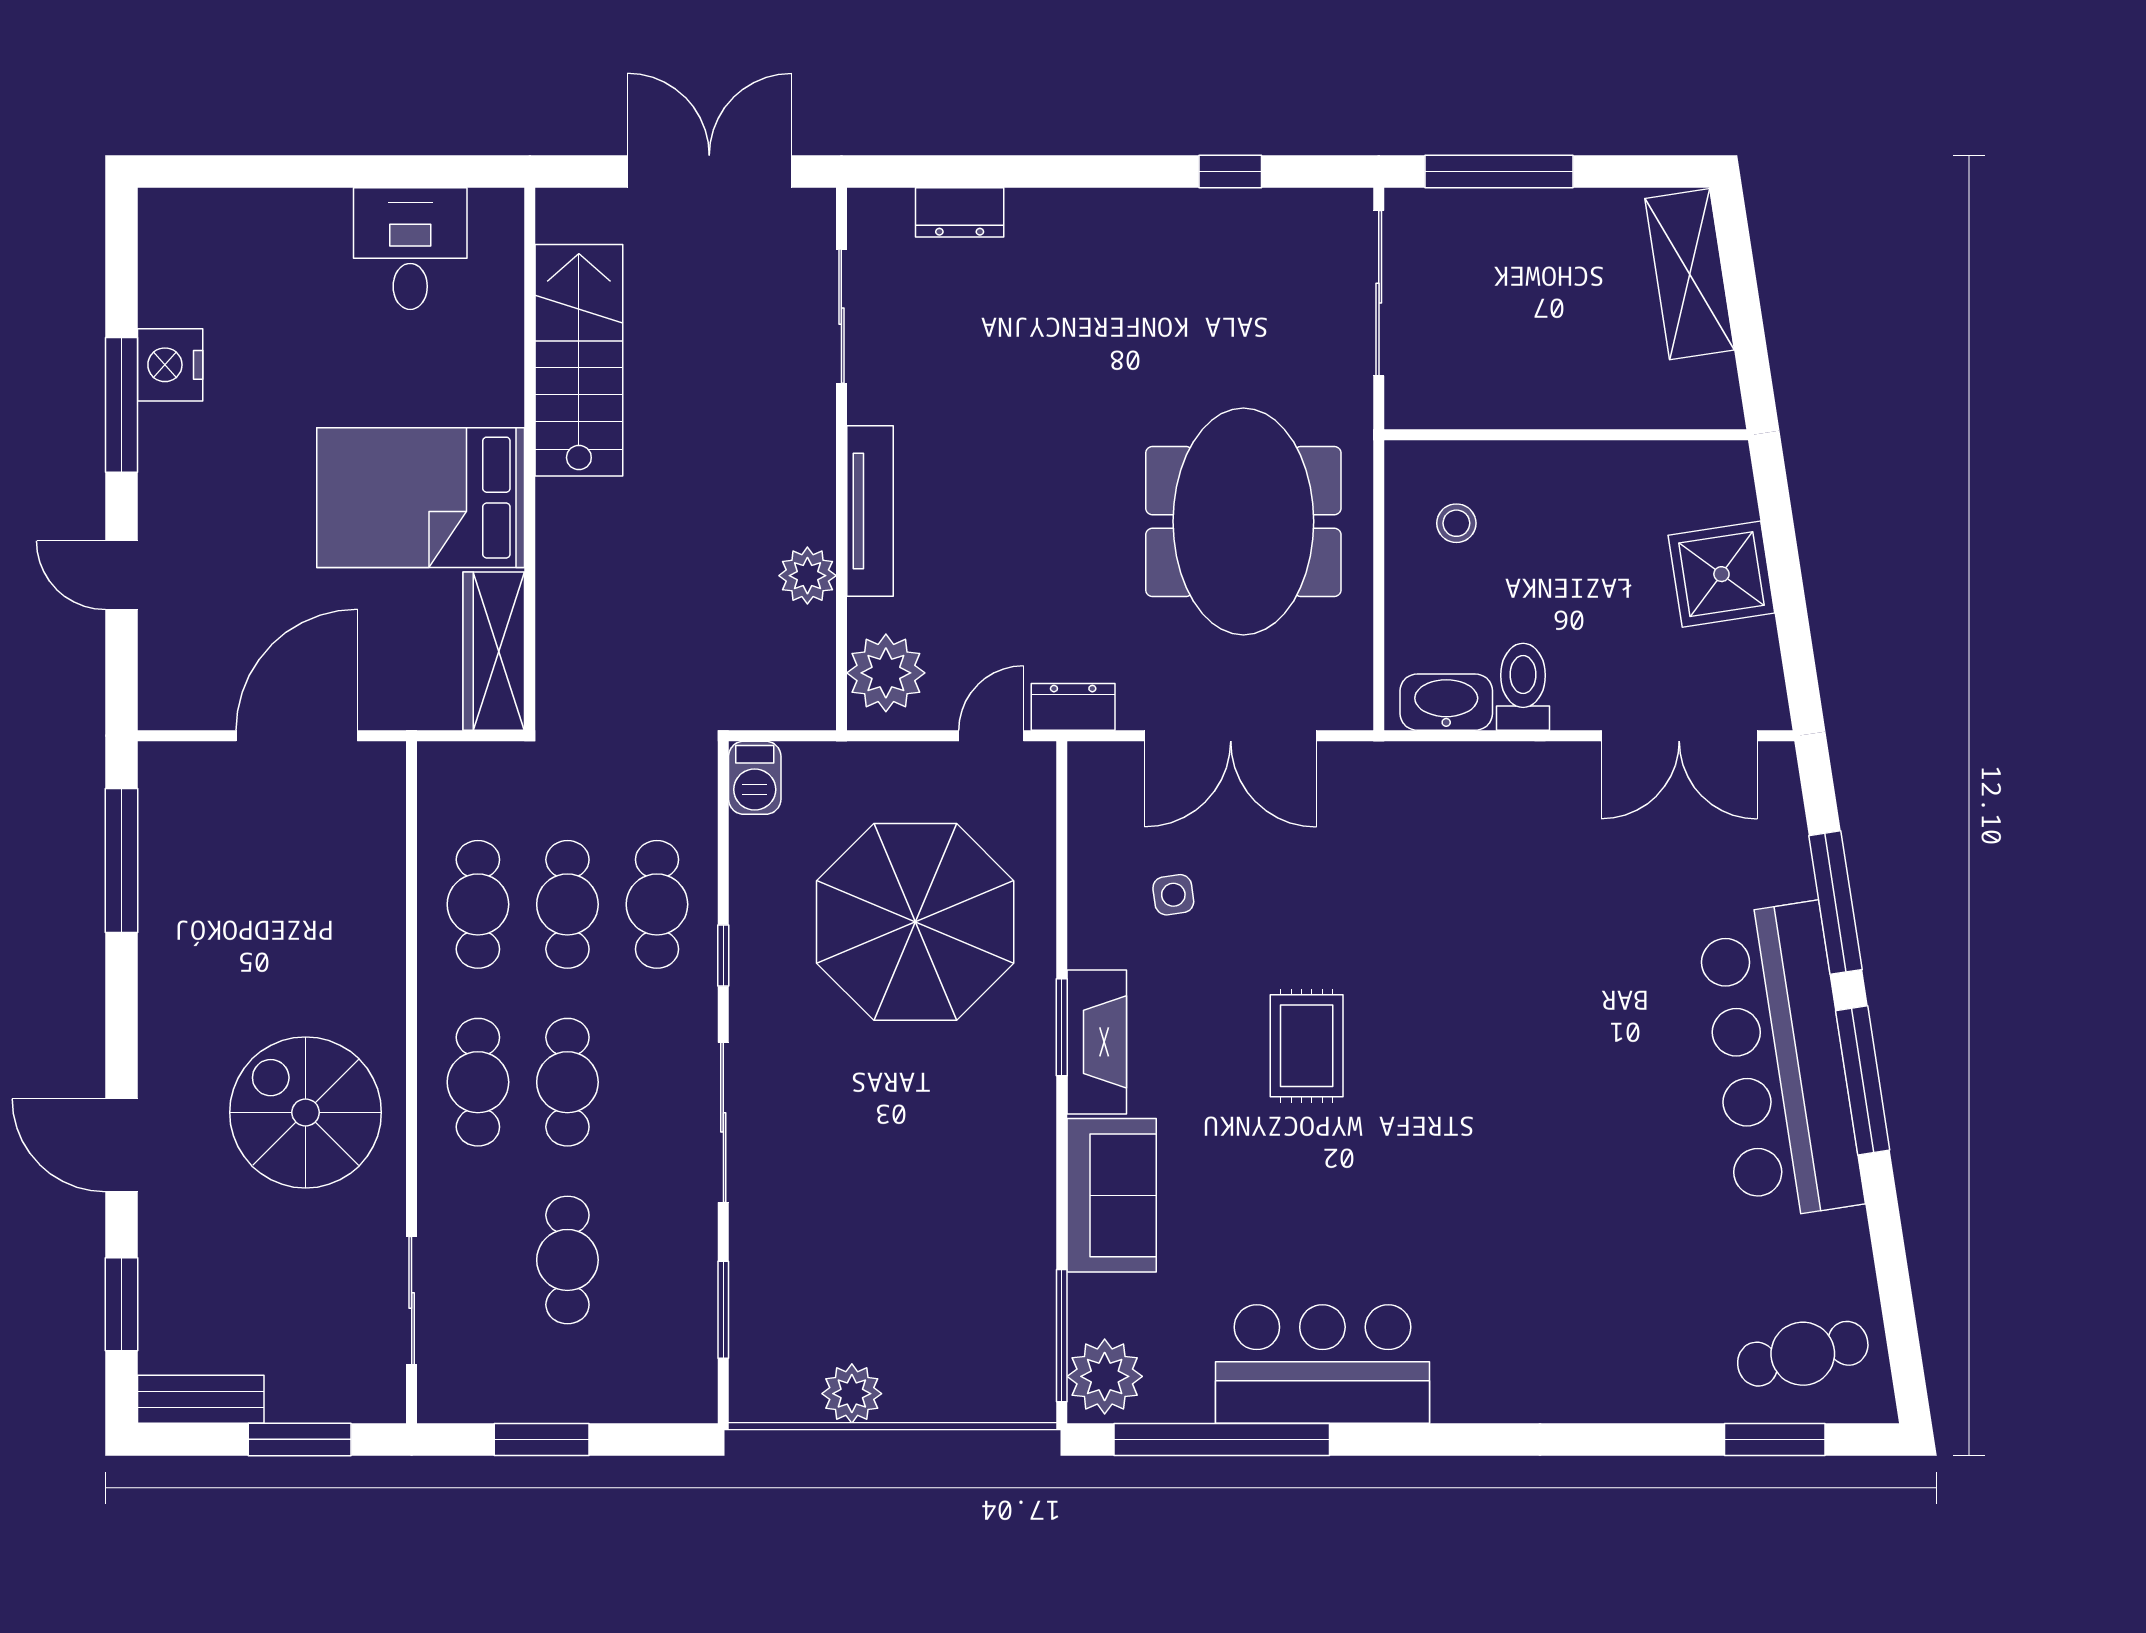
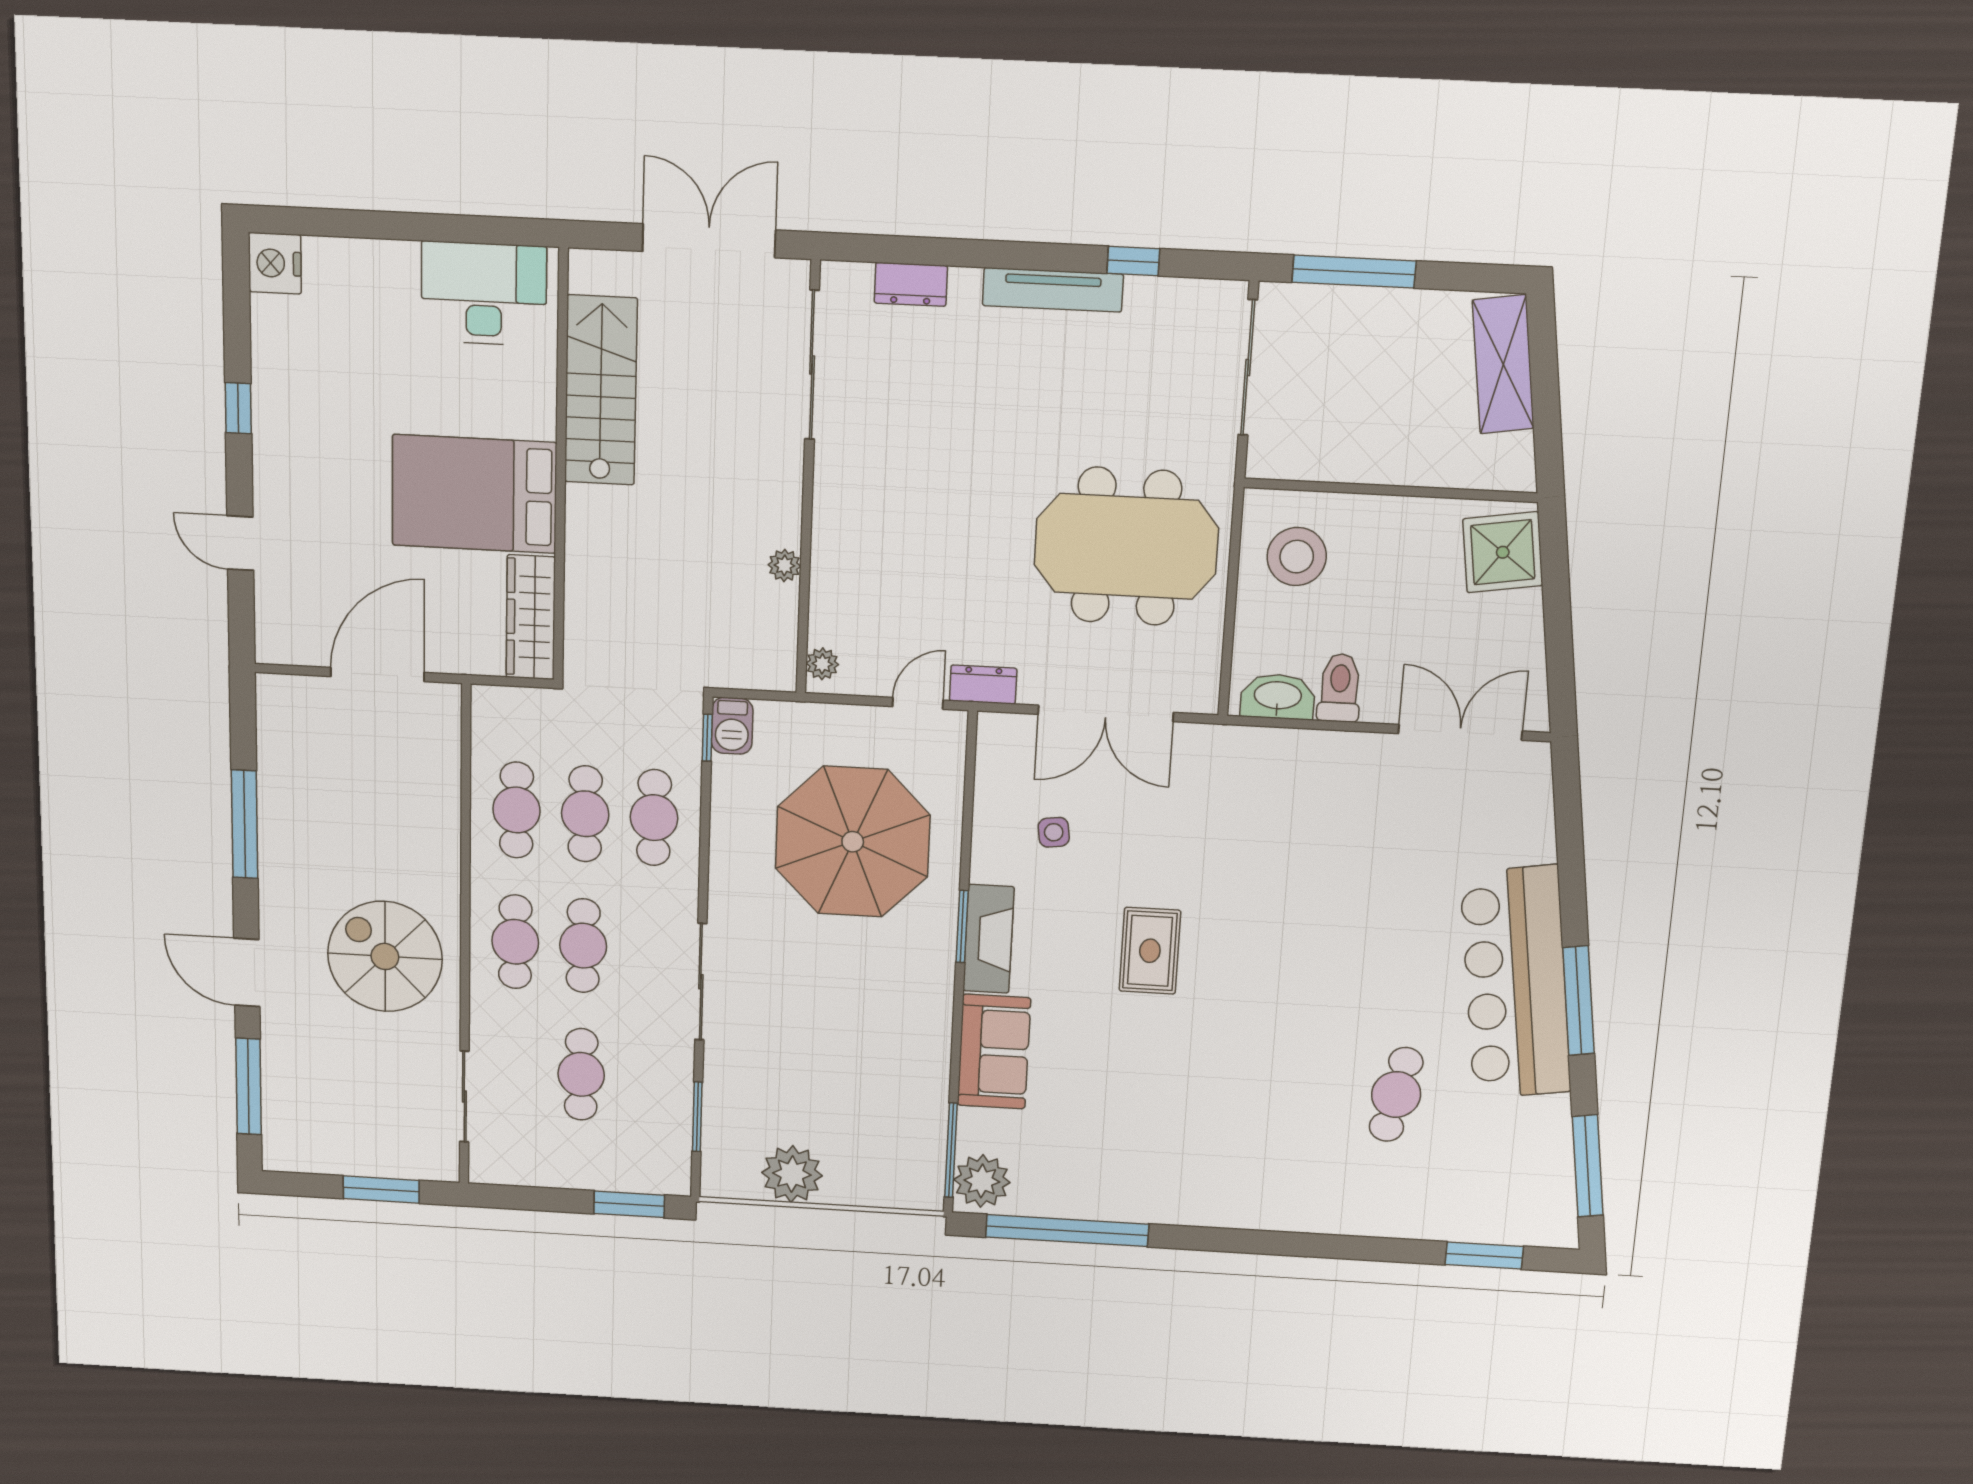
desk: (410, 249) -> (484, 294), width x1.37
sliding door: (841, 316) -> (812, 365), width x1.37
nightstand: (170, 365) -> (275, 263), moved
window: (121, 405) -> (238, 408), width x0.46
tv unit: (870, 511) -> (1053, 290), moved, turned 90
meeting table: (1243, 521) -> (1126, 546), turned 90
stool: (1456, 523) -> (1297, 557), width x1.89, depth x1.89
shower: (1721, 574) -> (1503, 552), moved
plant: (807, 576) -> (784, 565), width x0.73, depth x0.73
plant: (886, 673) -> (822, 664), width x0.53, depth x0.53
double door: (1679, 736) -> (1460, 732), swing flipped
window: (121, 861) -> (245, 824), moved
window: (1835, 903) -> (1588, 1166), moved
window: (723, 956) -> (707, 738), moved
window: (121, 1304) -> (249, 1086), width x1.44
cafe table: (1803, 1354) -> (1396, 1094), moved, turned -66
bar counter: (1322, 1364) -> (1146, 1182), removed
plant: (852, 1394) -> (792, 1174), width x1.36, depth x1.36
bench: (201, 1399) -> (308, 1157), removed
window: (542, 1439) -> (629, 1204), moved

